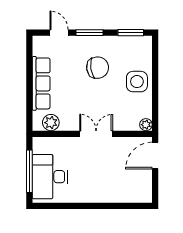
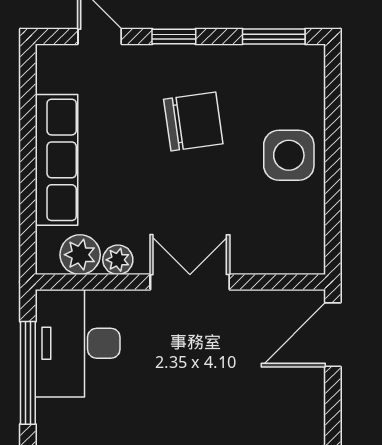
window: (90, 33) -> (174, 37), width x0.67
plant: (146, 125) -> (118, 260), moved
desk: (50, 177) -> (78, 343), moved

